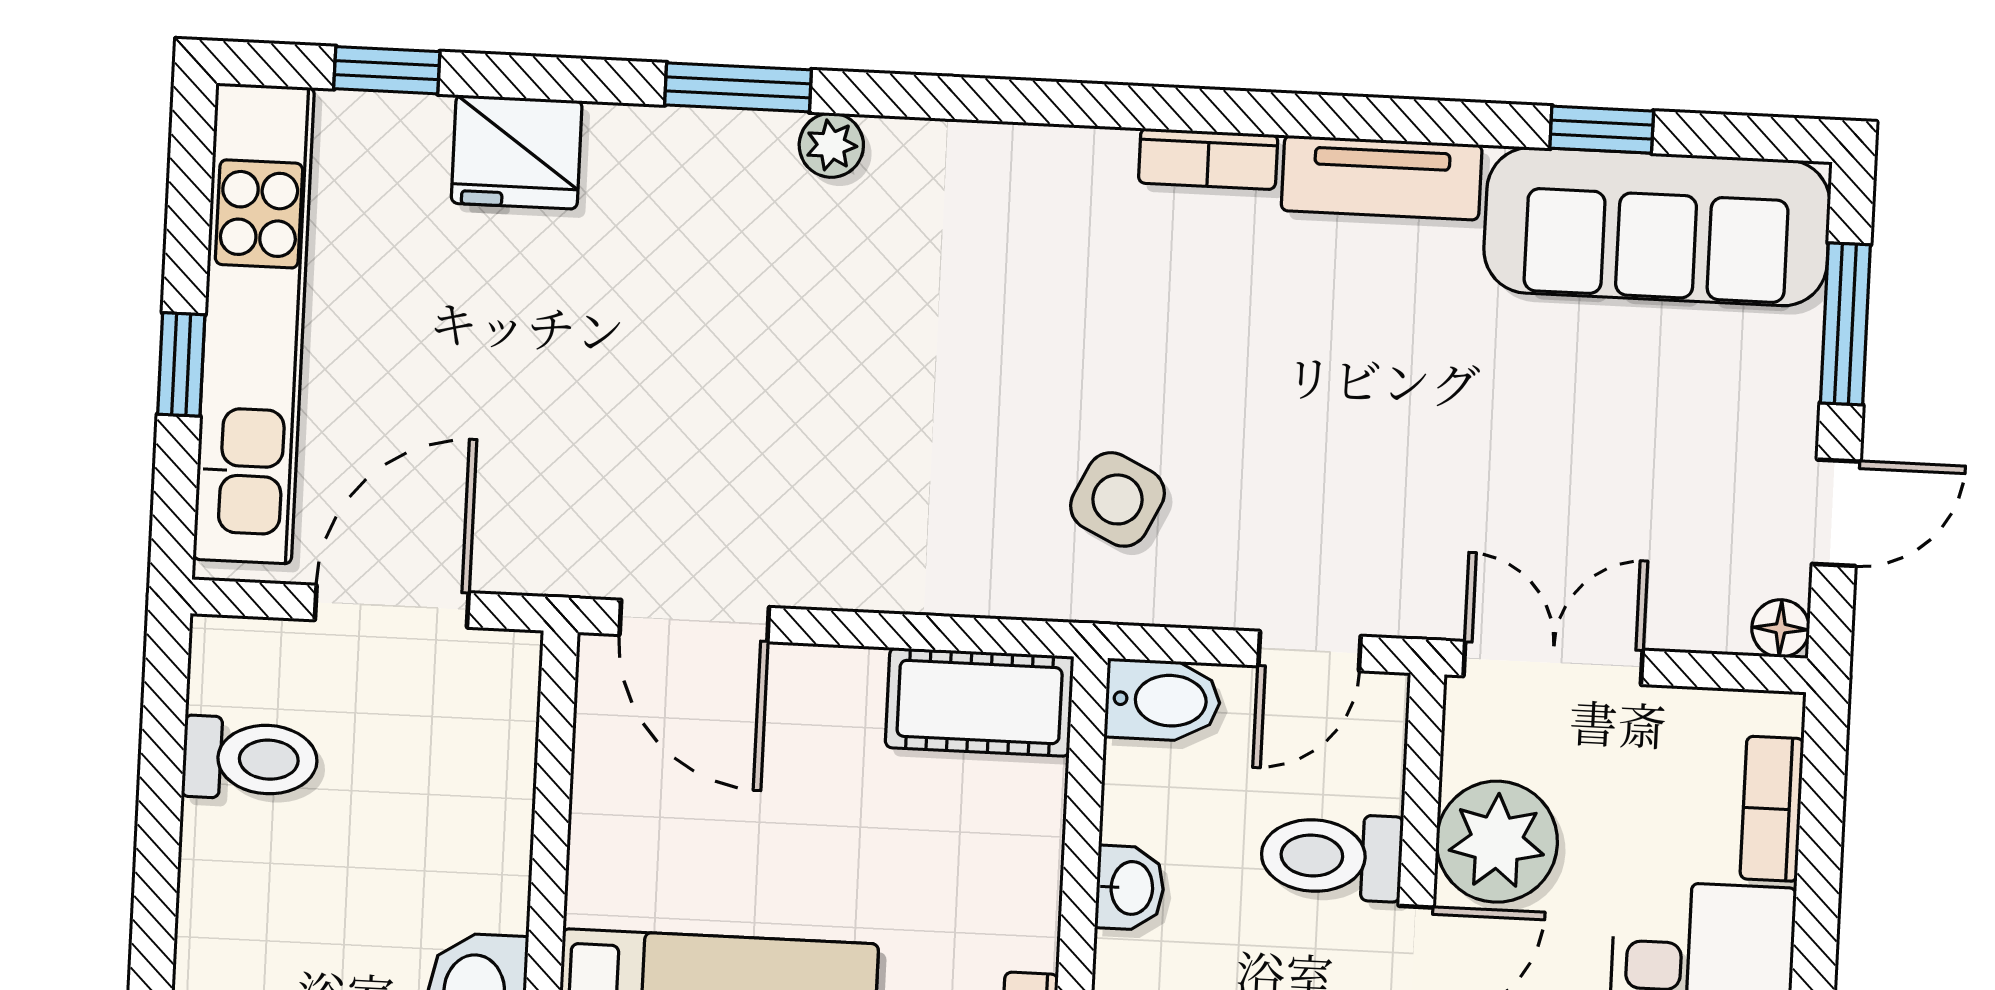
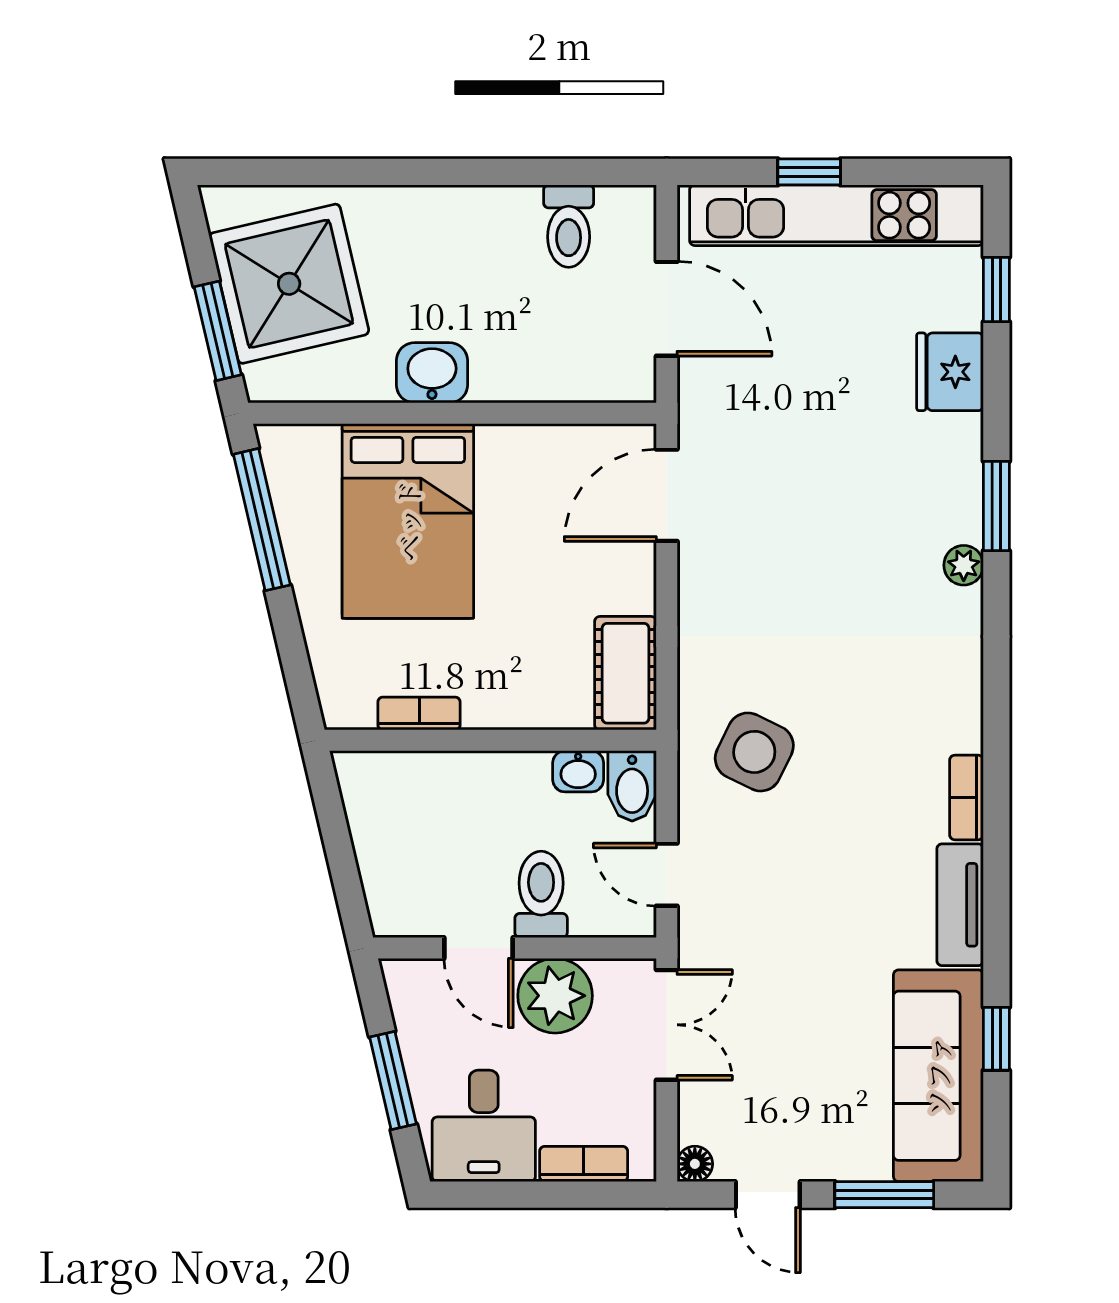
side table: (1117, 499) -> (754, 752), width x1.37, depth x1.37
washbasin: (1130, 888) -> (578, 771), moved

